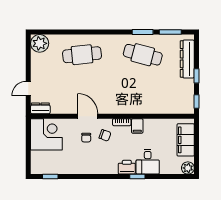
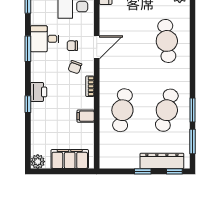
cafe table: (143, 94) -> (122, 110), added
window: (196, 102) -> (174, 171), moved
filing cabinet: (137, 126) -> (86, 116), moved
desk: (148, 162) -> (45, 39), moved
window: (89, 177) -> (28, 49), added

